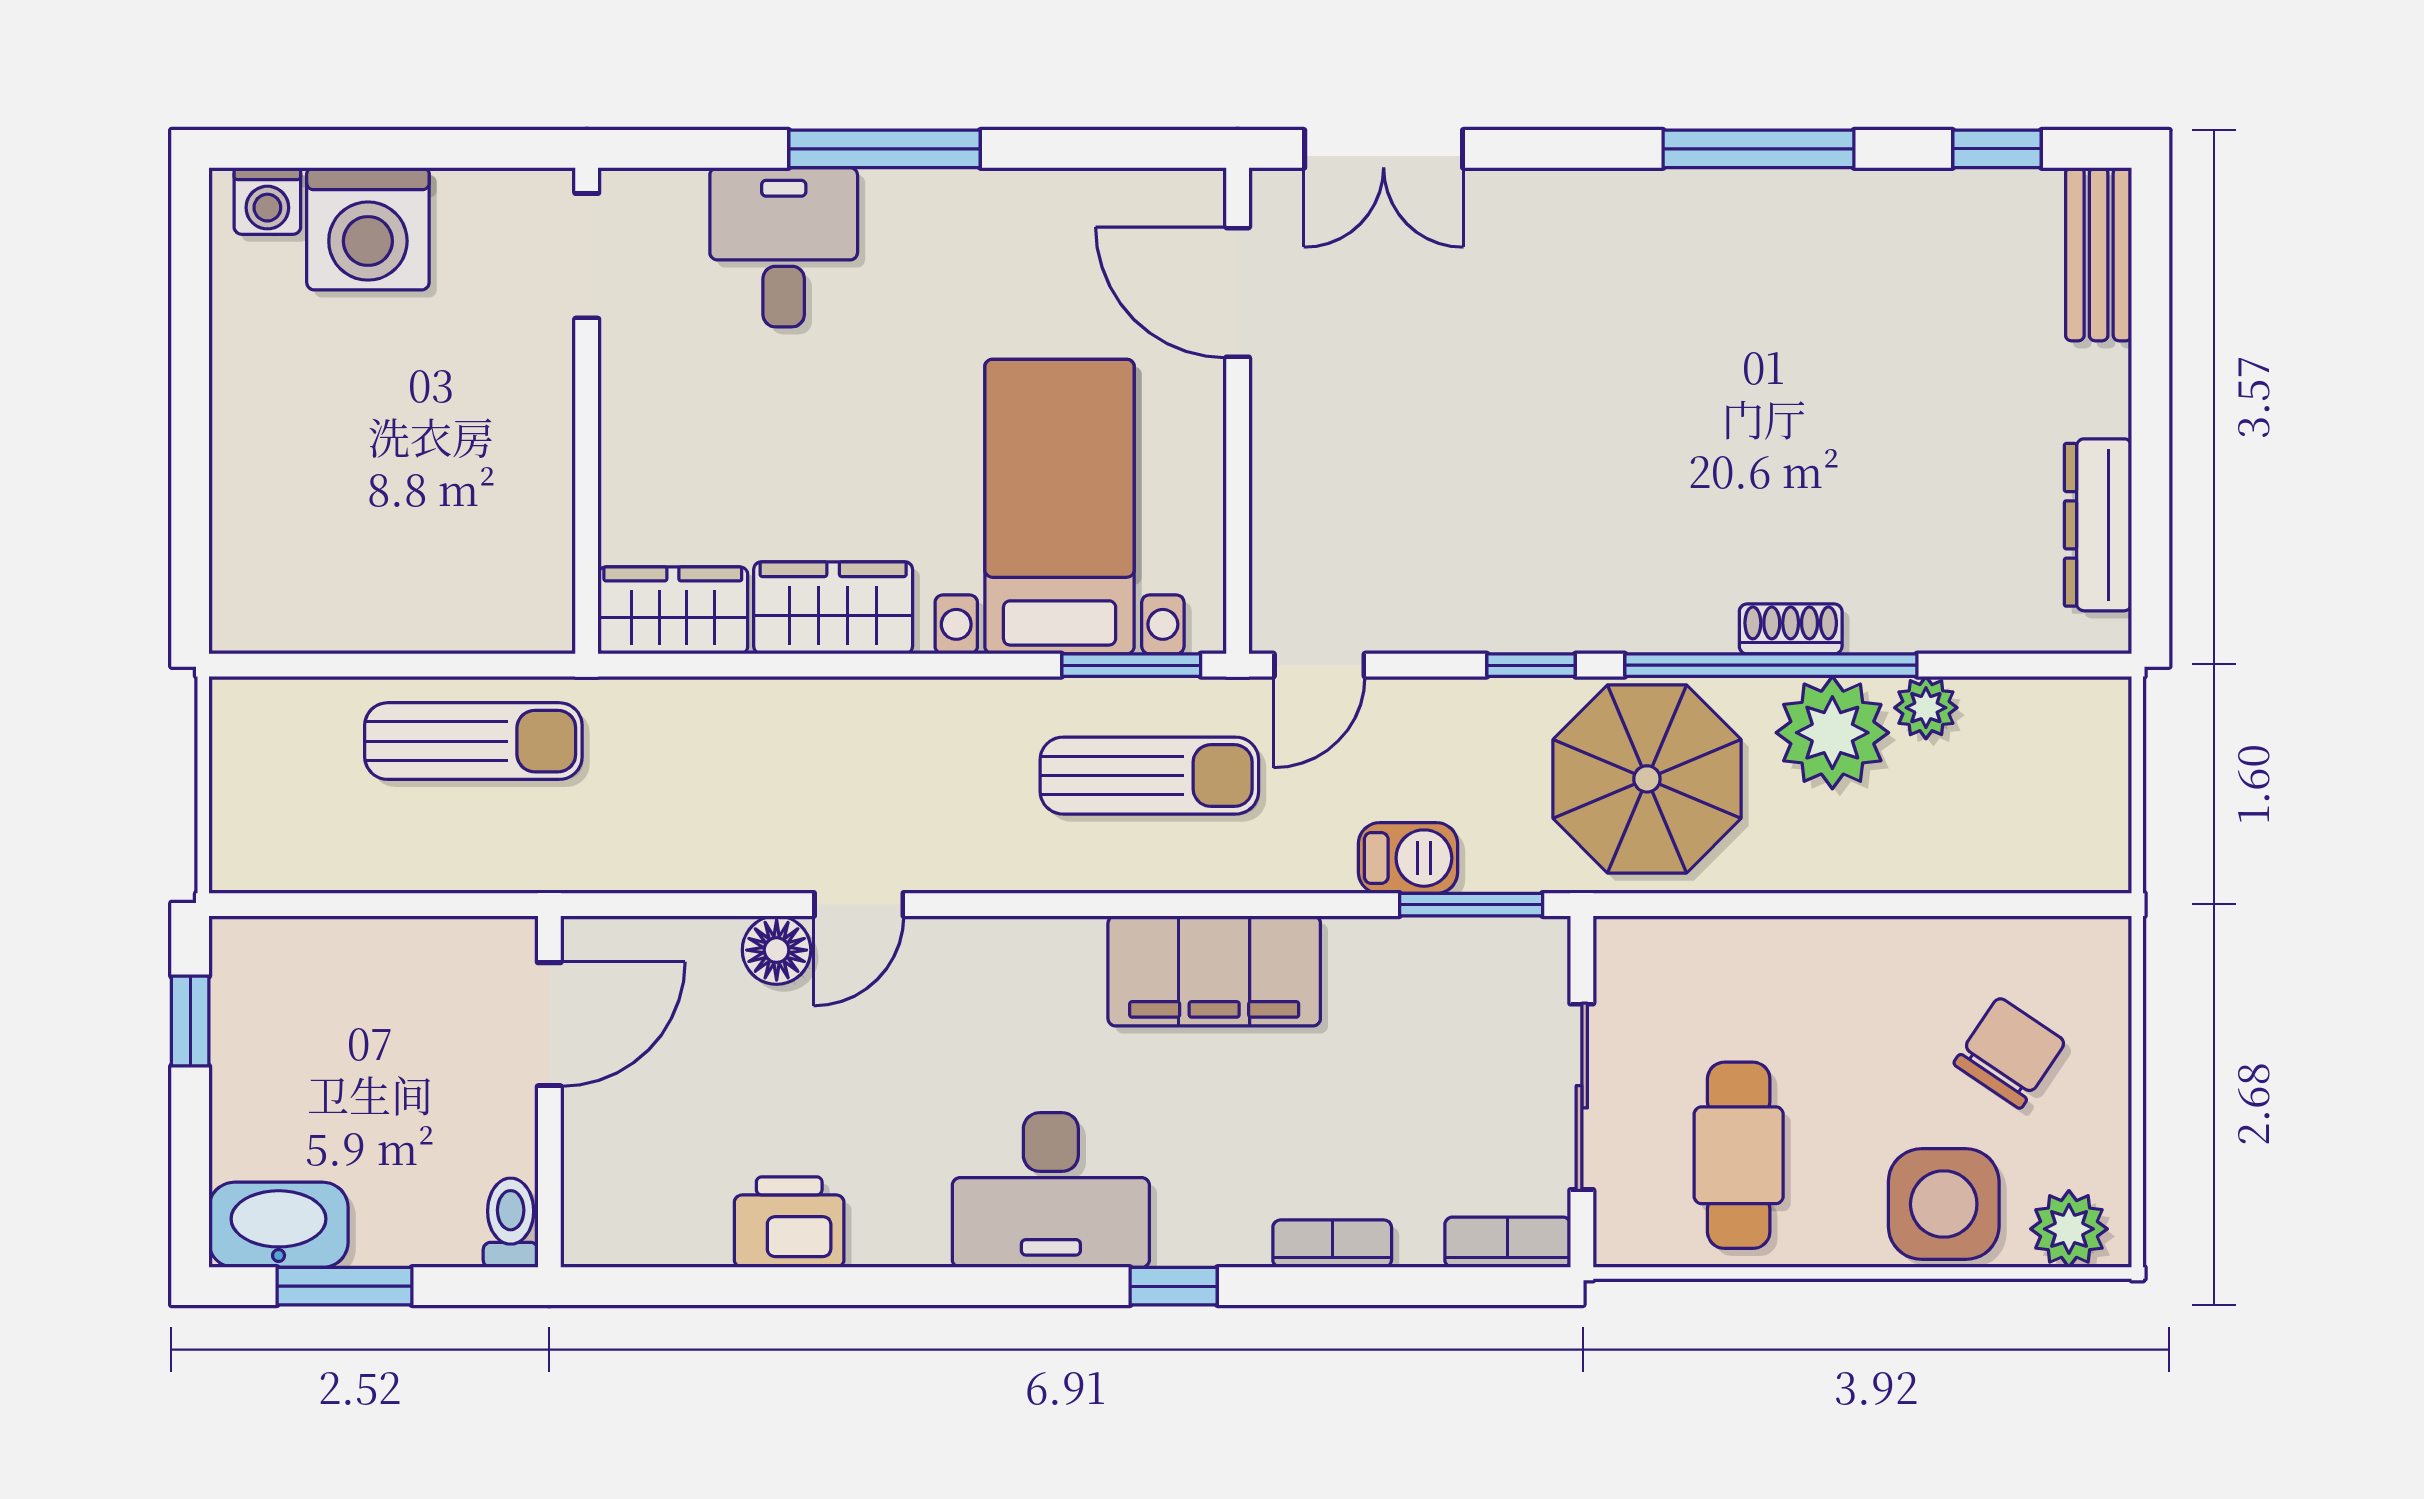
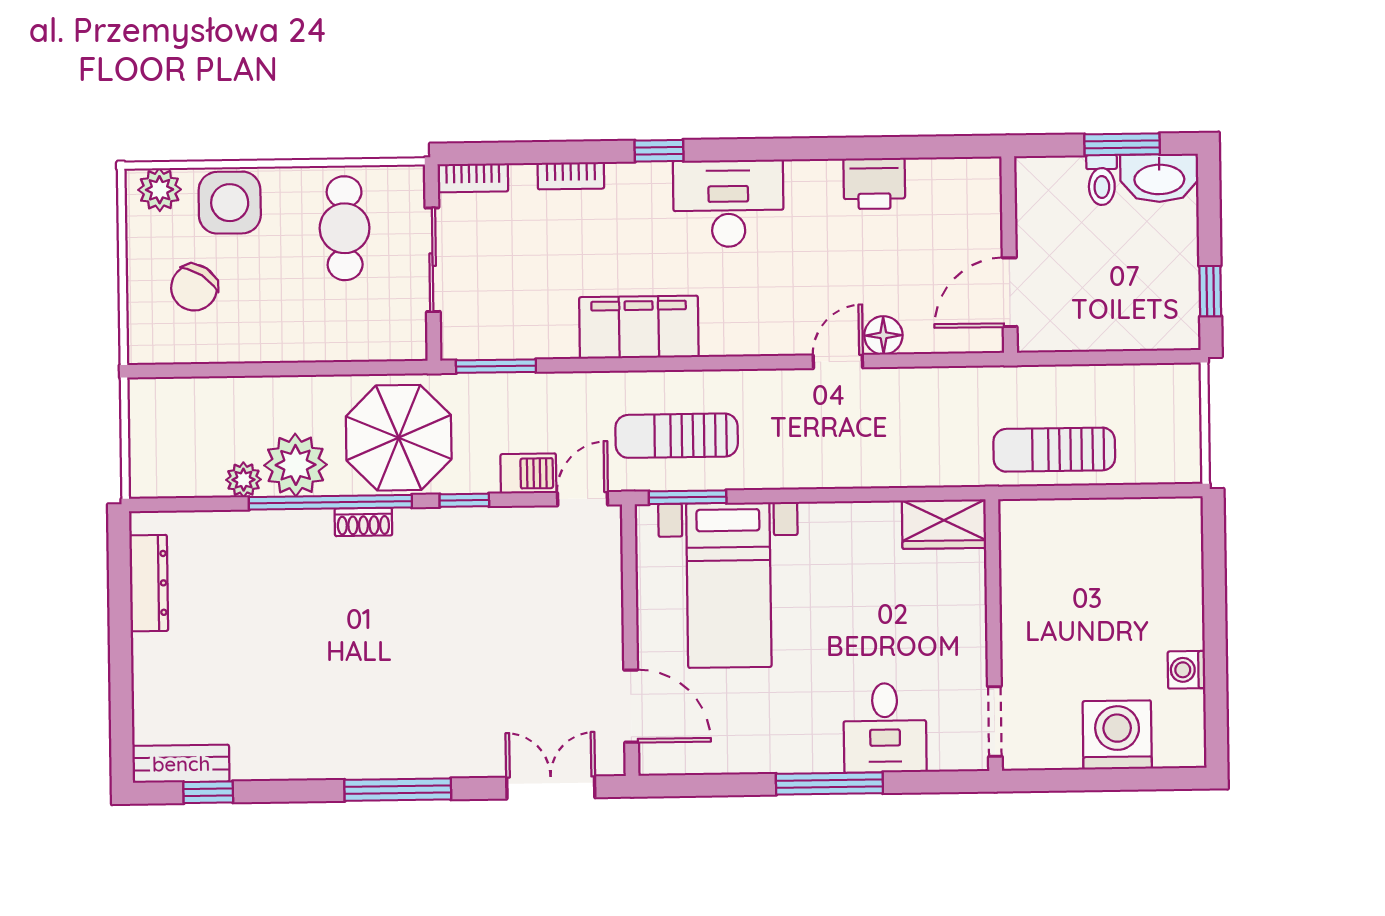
window: (1759, 149) -> (398, 790), moved
washing machine: (267, 201) -> (1187, 670), moved, turned -90
bench: (2099, 254) -> (181, 764), moved, turned 90
wardrobe: (833, 608) -> (854, 527), removed
shoe rack: (1791, 629) -> (363, 522), moved
barbecue: (1408, 858) -> (528, 473), moved, turned 180
toilet: (511, 1223) -> (1102, 180), moved

